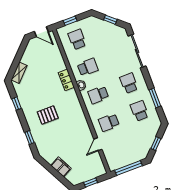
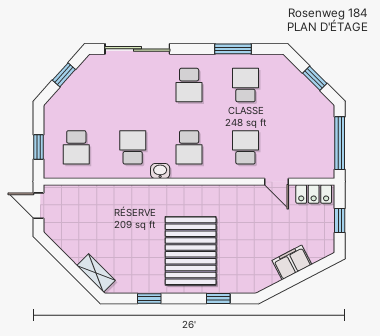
door: (41, 32) -> (38, 206), swing flipped
school desk: (77, 39) -> (76, 147), turned -90
locker: (66, 80) -> (314, 194), moved
school desk: (129, 83) -> (189, 85), turned -90
school desk: (139, 111) -> (245, 85), turned 90
pallet: (48, 115) -> (191, 251), width x2.05, depth x2.00
school desk: (109, 123) -> (245, 147), turned 180

